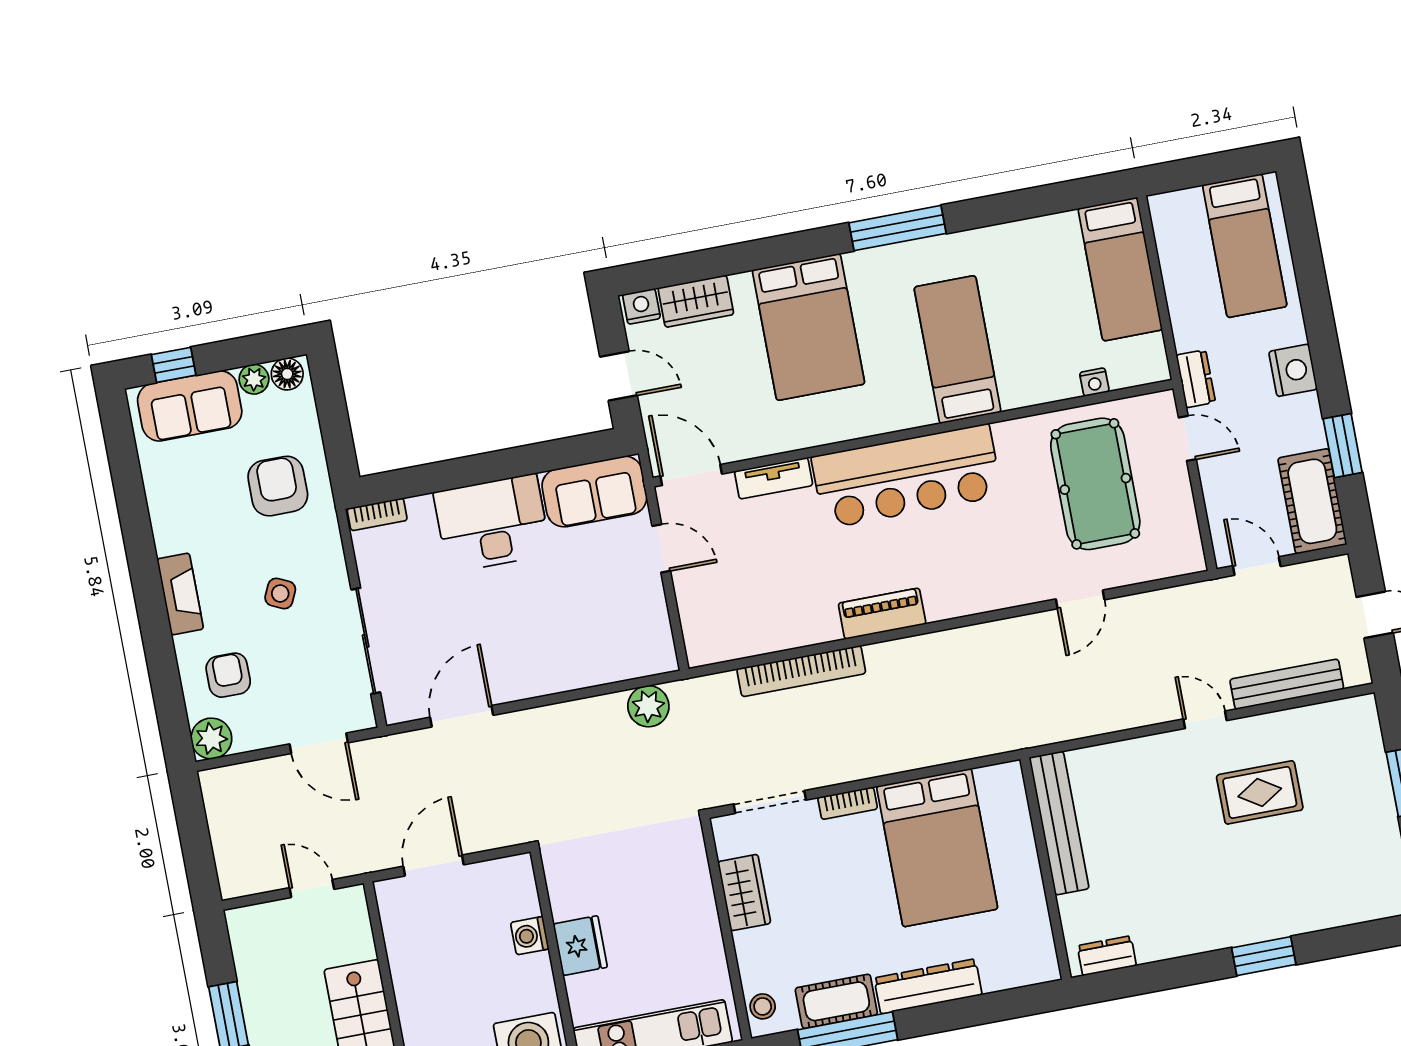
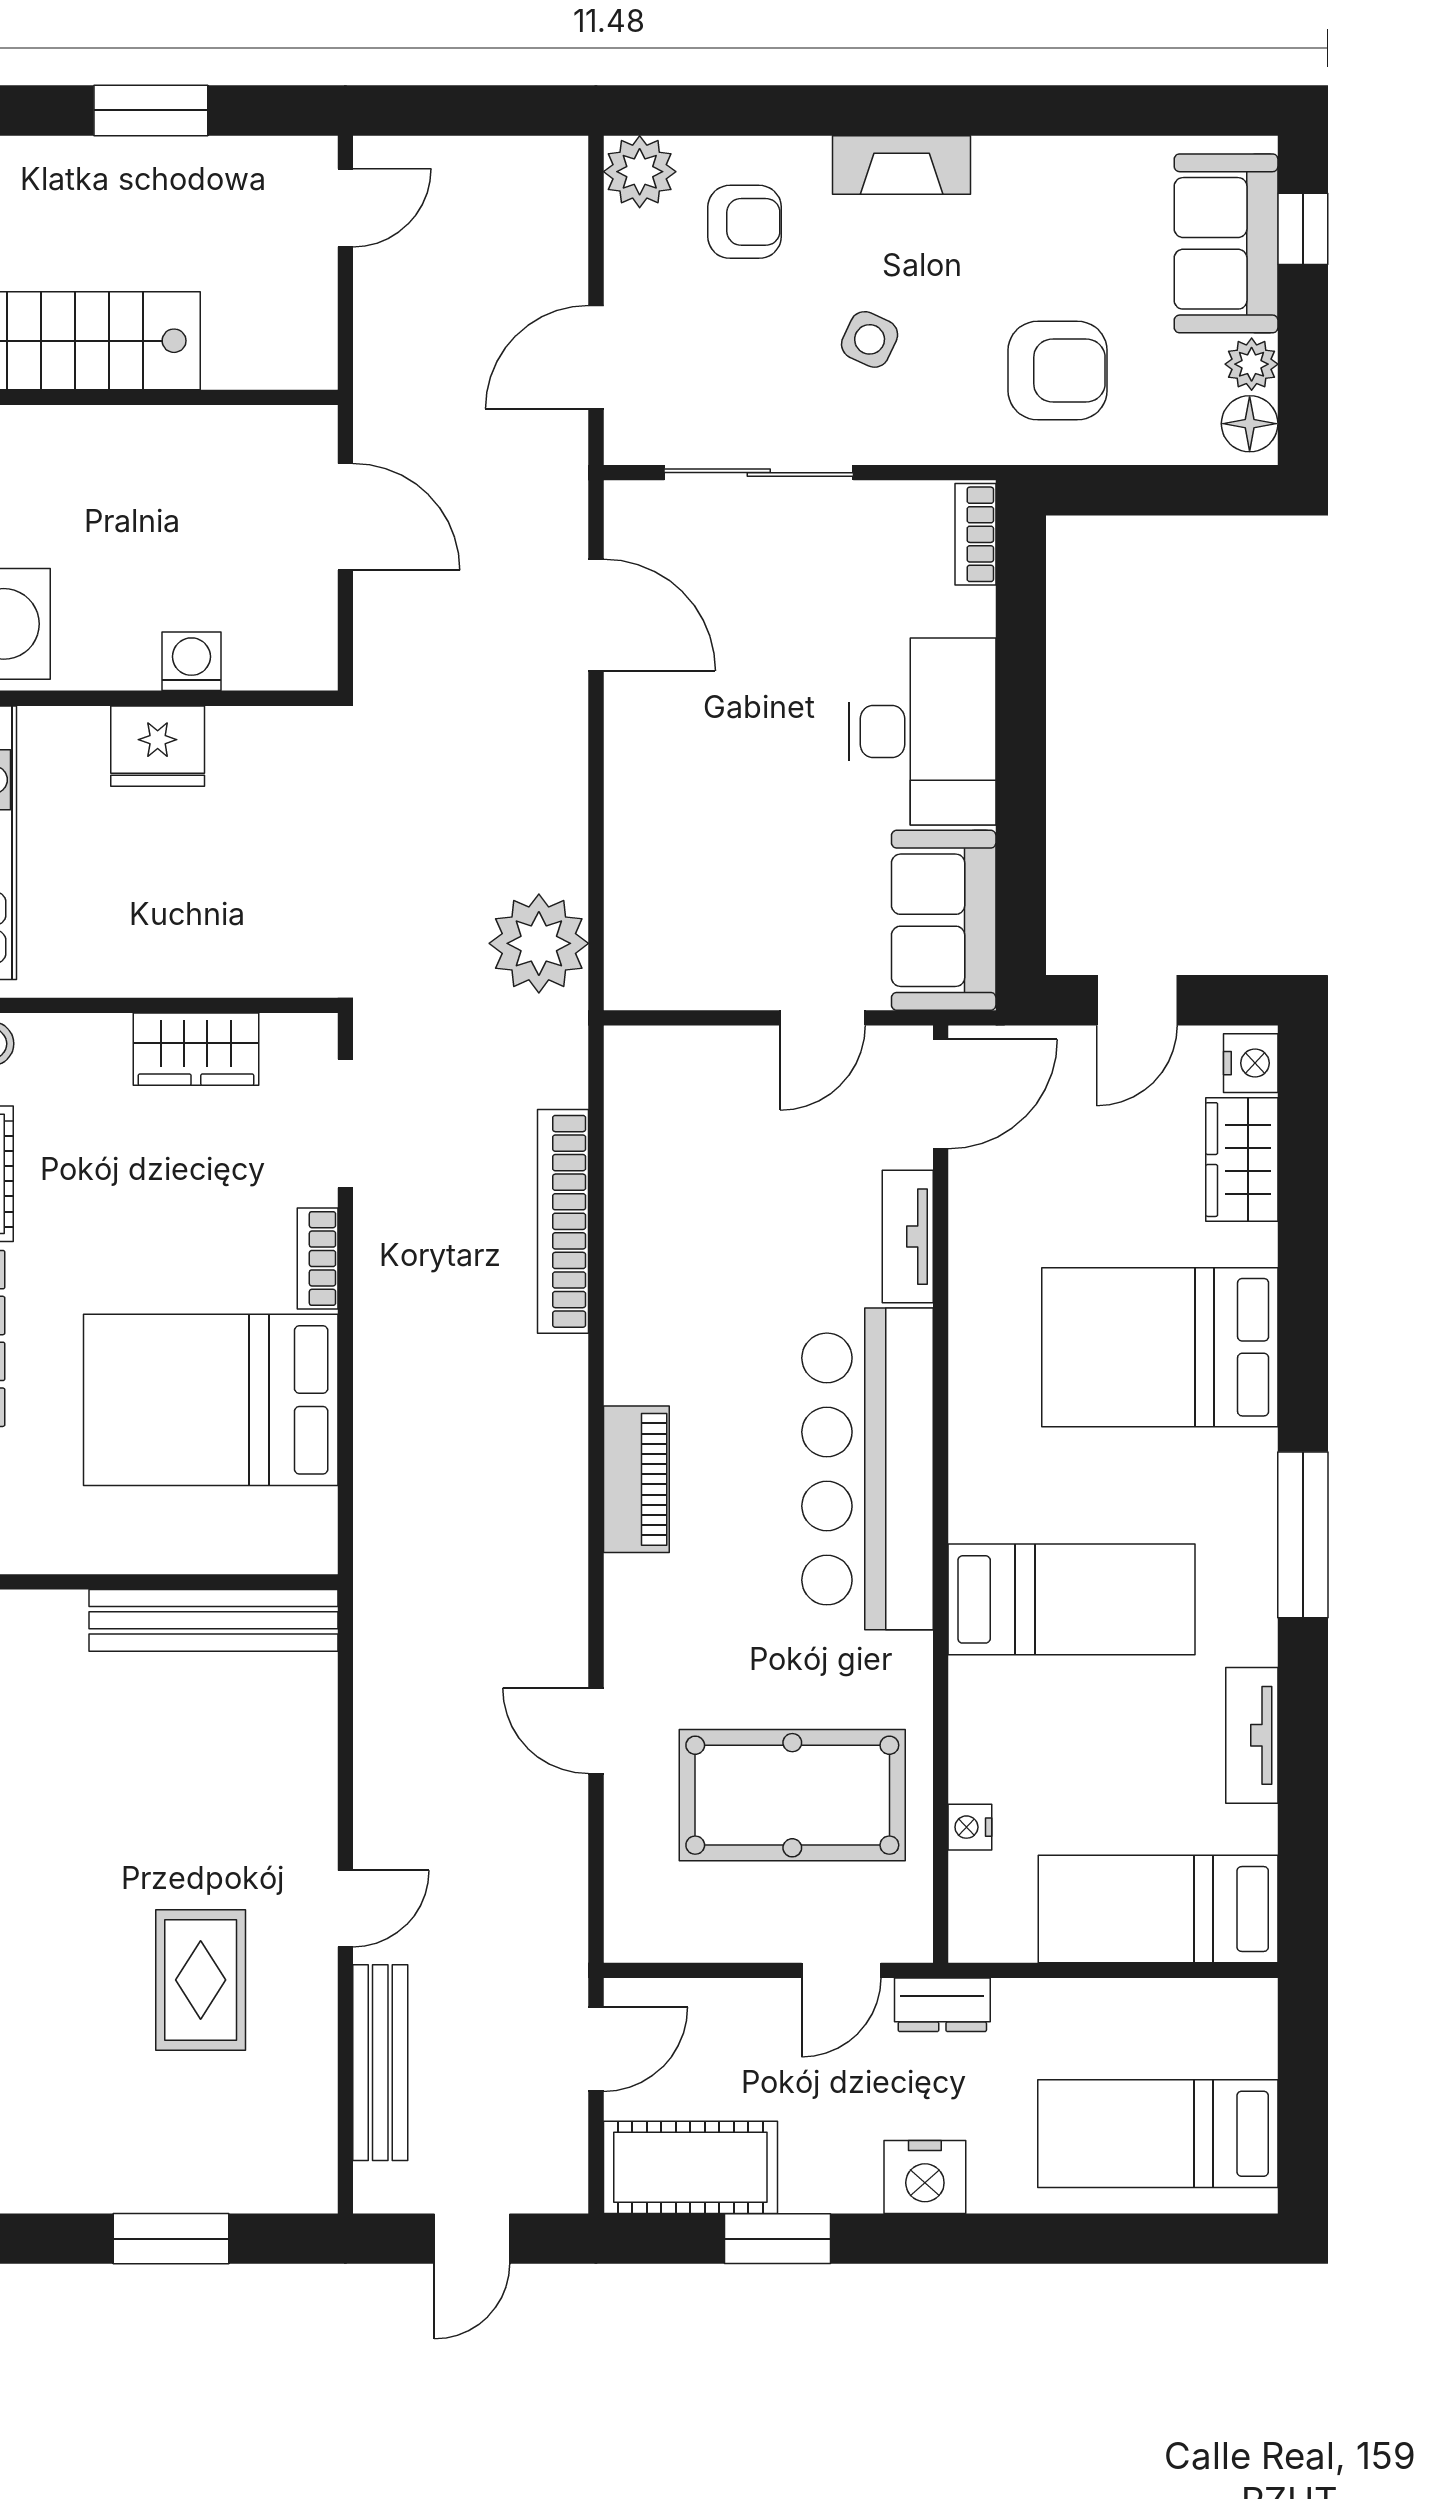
tv unit: (1014, 235) -> (1252, 1735), added
piano: (882, 614) -> (636, 1479), moved
plant: (648, 706) -> (539, 943), width x1.36, depth x1.36
door: (312, 889) -> (345, 208), moved

